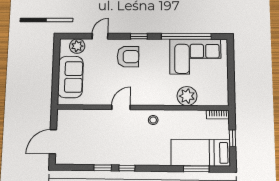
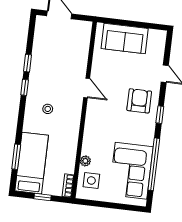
plant: (77, 46) -> (157, 49), removed
armchair: (128, 57) -> (139, 101), turned 180
side table: (210, 93) -> (91, 180), added
plant: (187, 96) -> (85, 161), width x0.53, depth x0.53
stool: (153, 120) -> (48, 109), moved

